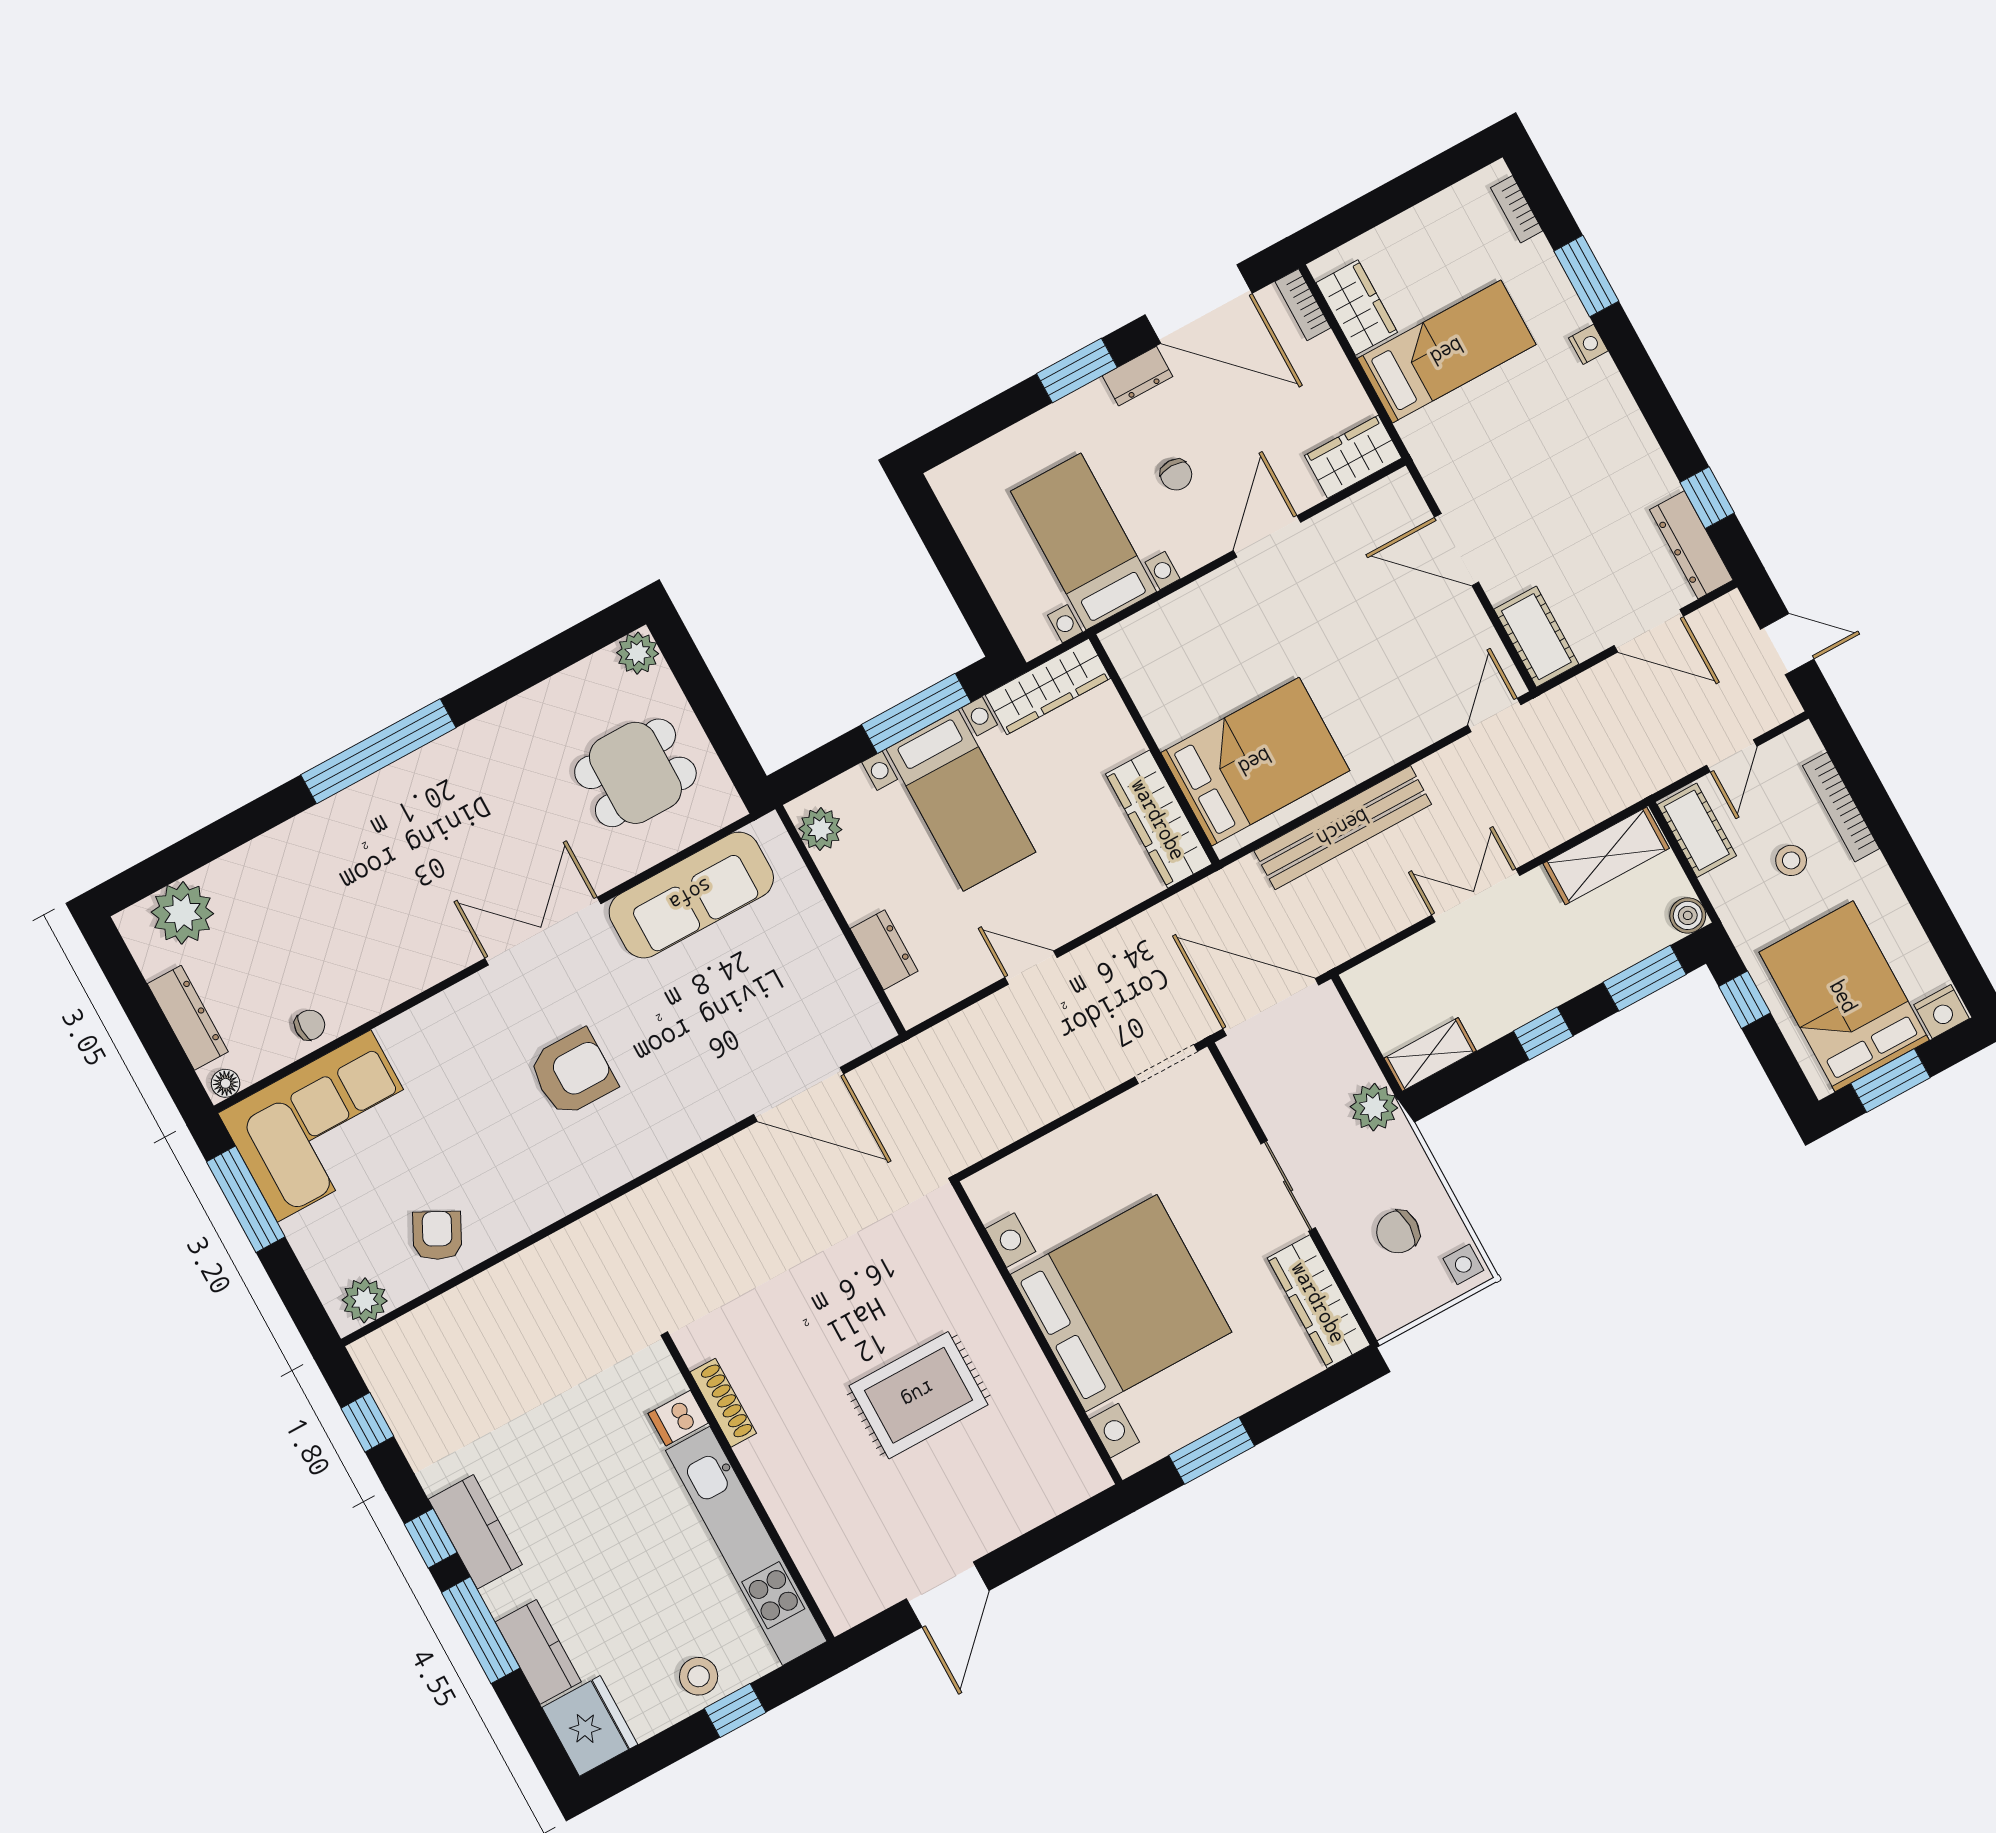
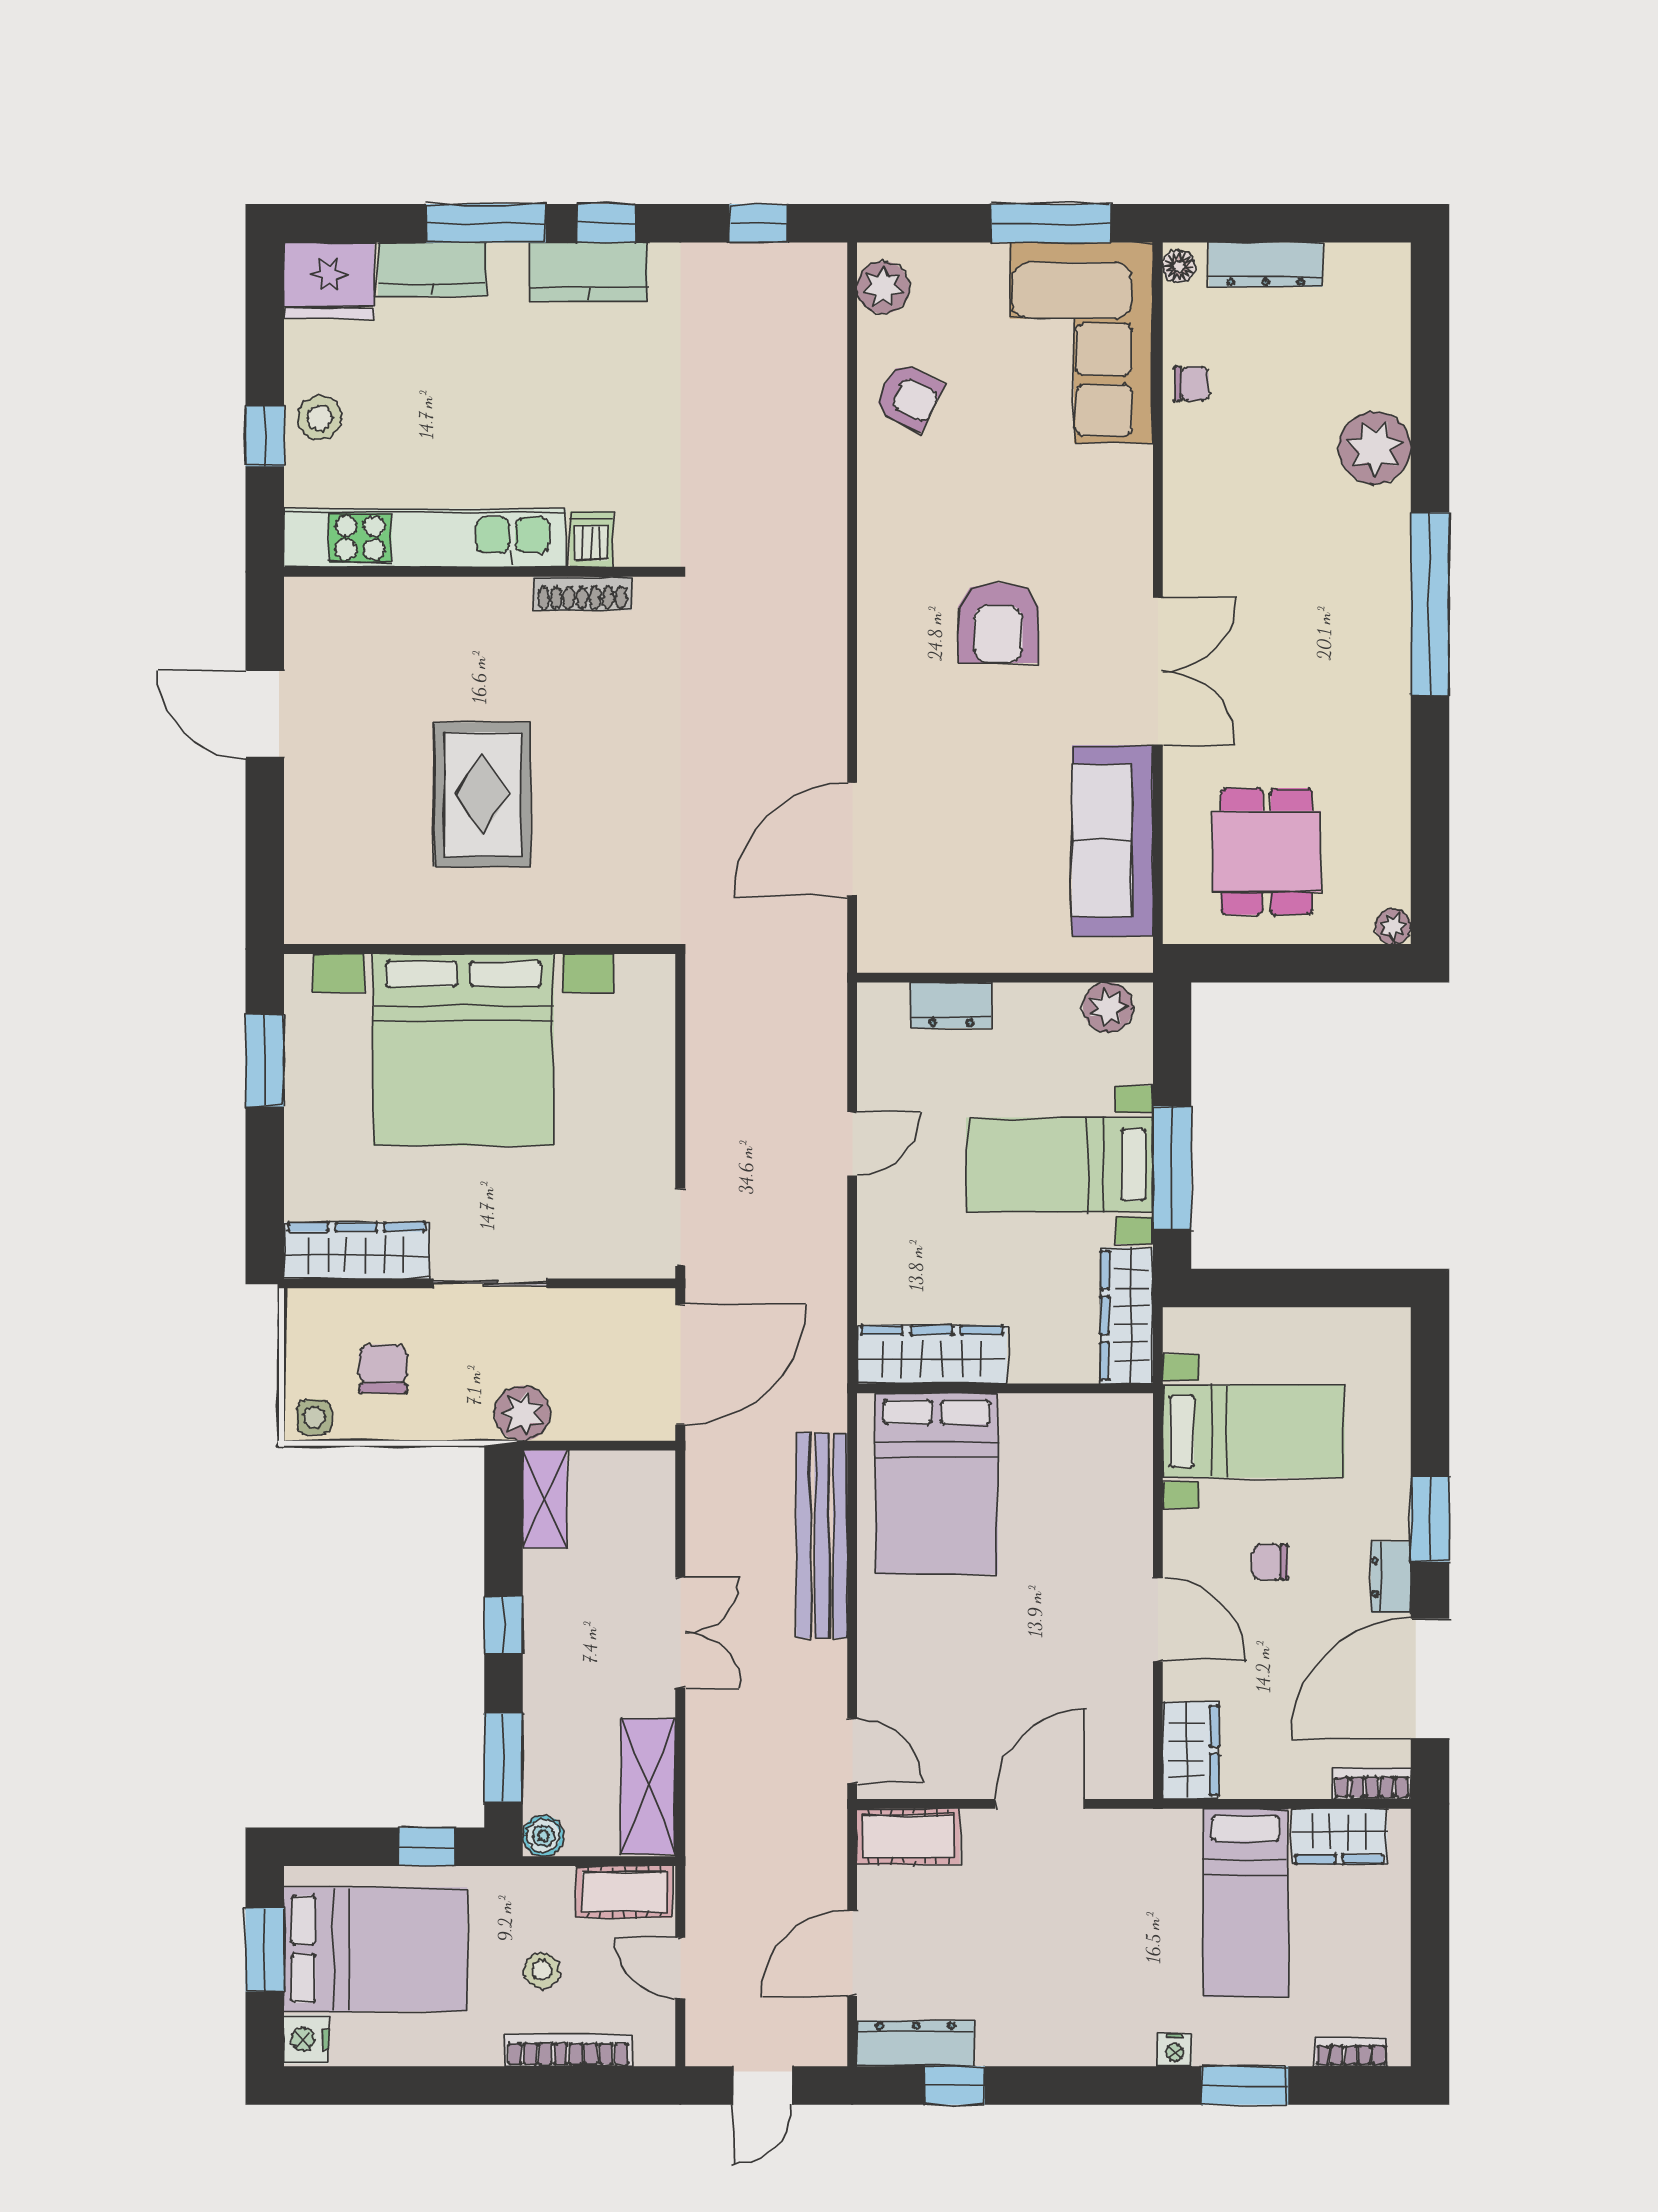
plant: (638, 653) -> (1393, 926), width x0.73, depth x0.73
plant: (182, 913) -> (1375, 448), moved
chair: (310, 1025) -> (1191, 384), turned -90

